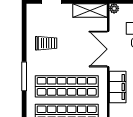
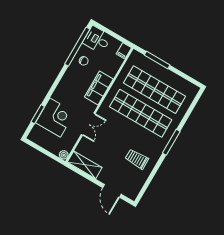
double door: (108, 49) -> (88, 124), width x0.73

